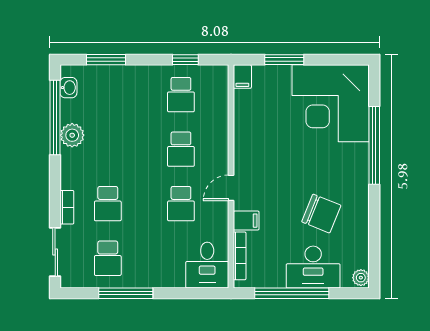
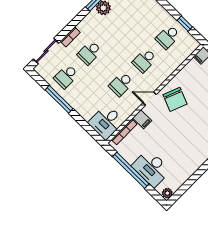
chair: (321, 214) -> (175, 99), moved

